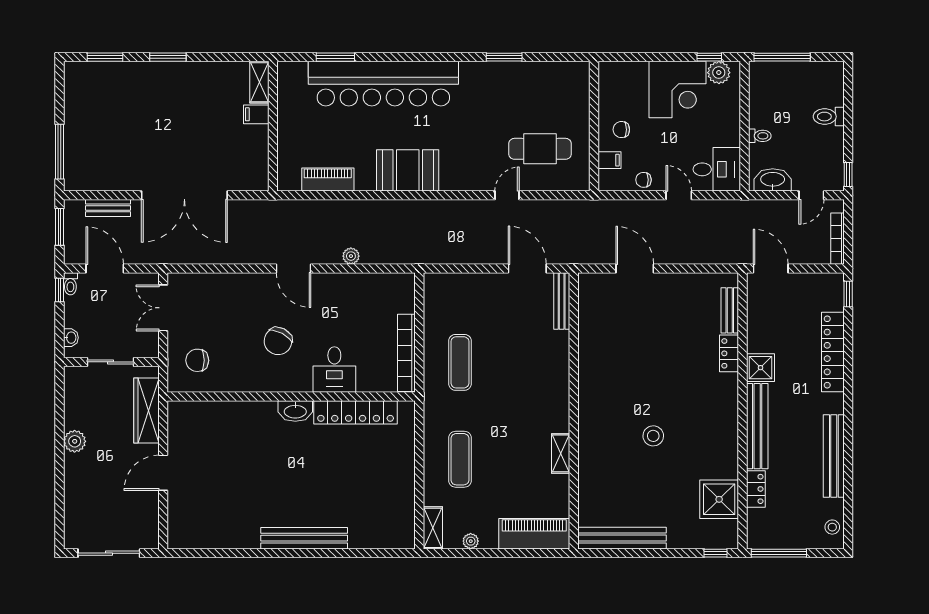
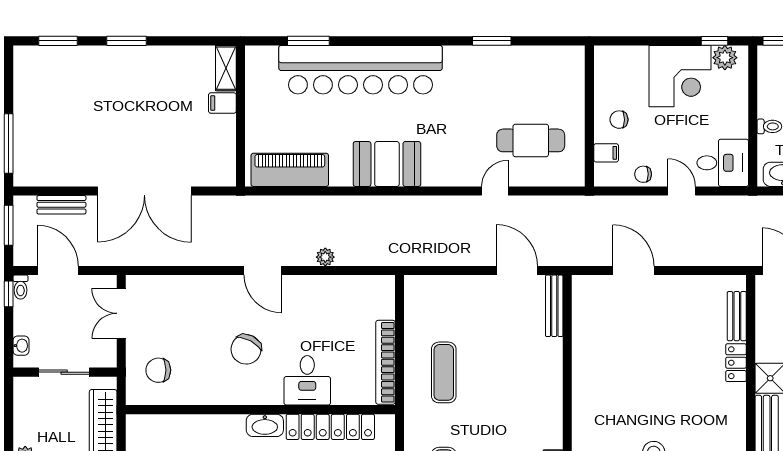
piano: (328, 180) -> (290, 170), width x1.37, depth x1.33

